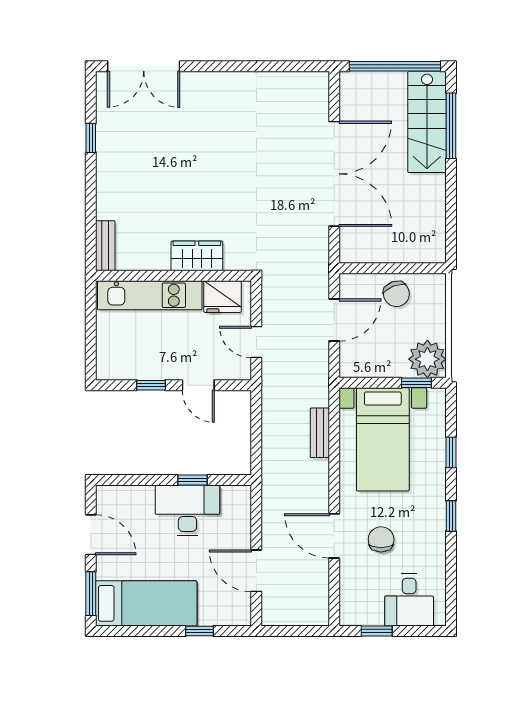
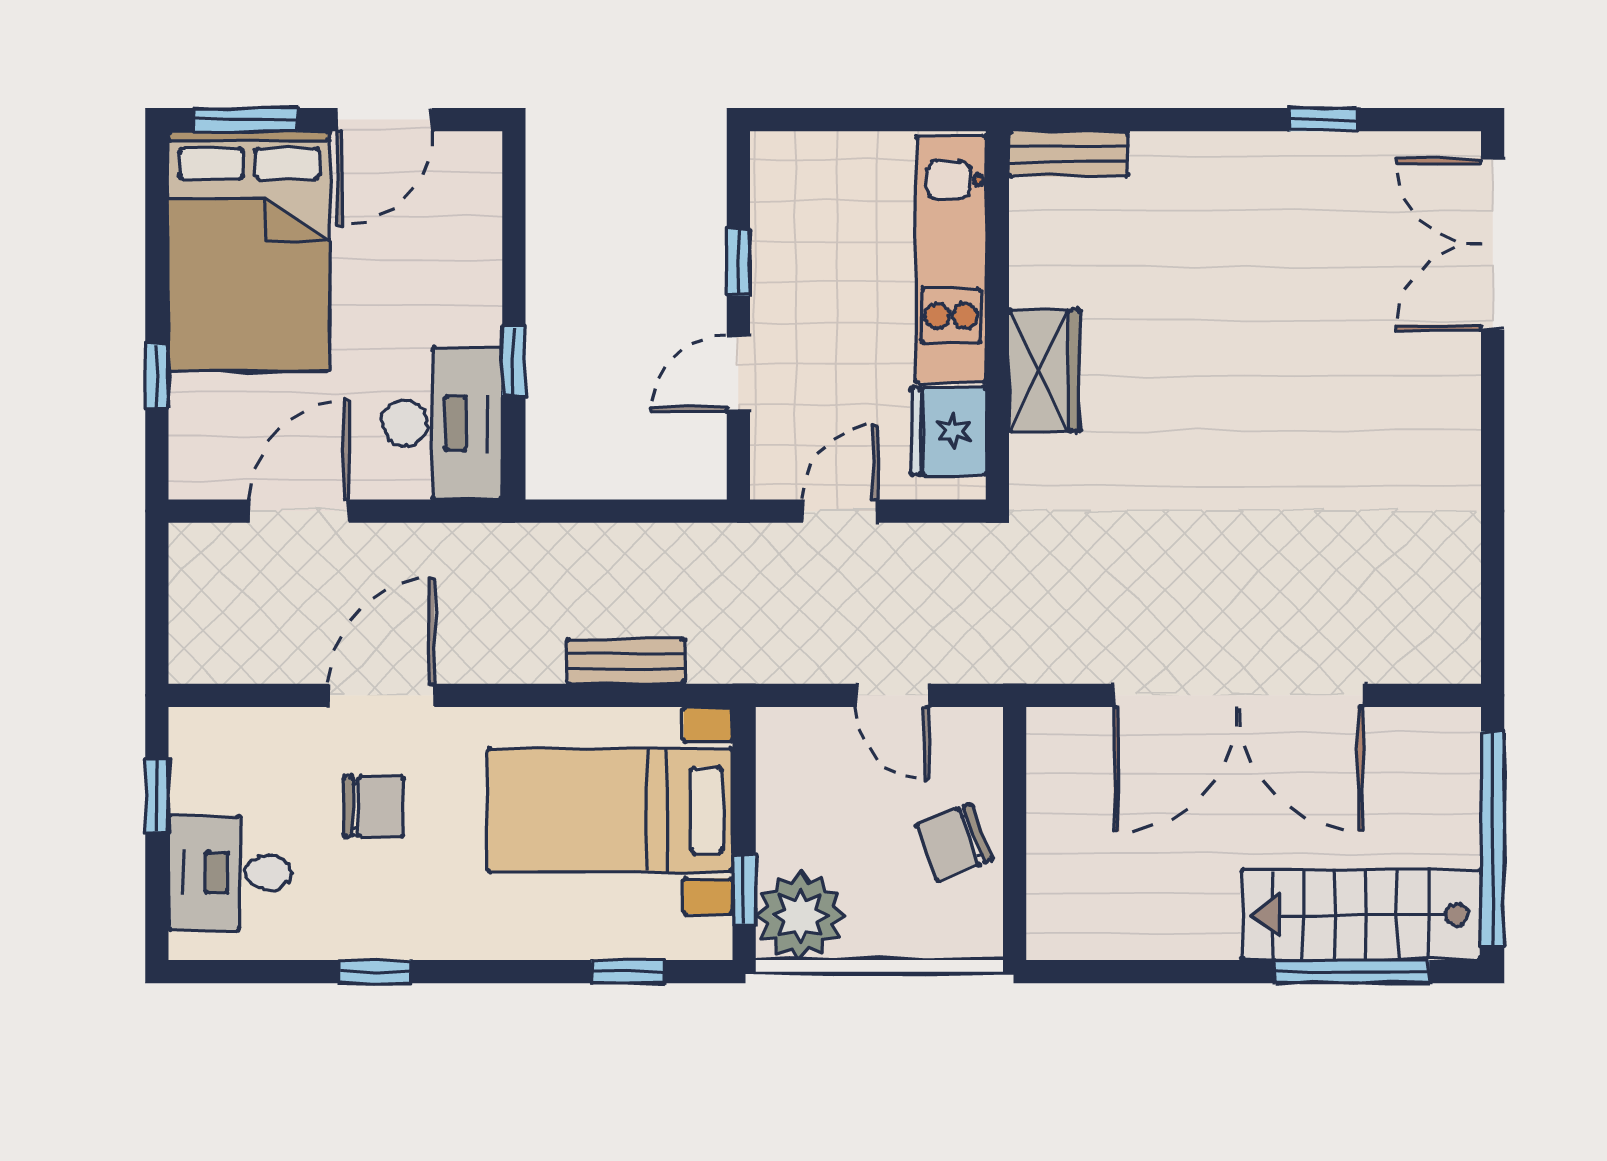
door: (334, 320) -> (893, 695), width x0.73
window: (451, 452) -> (628, 972), moved
desk: (187, 510) -> (442, 423), moved
window: (451, 516) -> (375, 972), moved
bed: (146, 603) -> (249, 251), width x1.50

